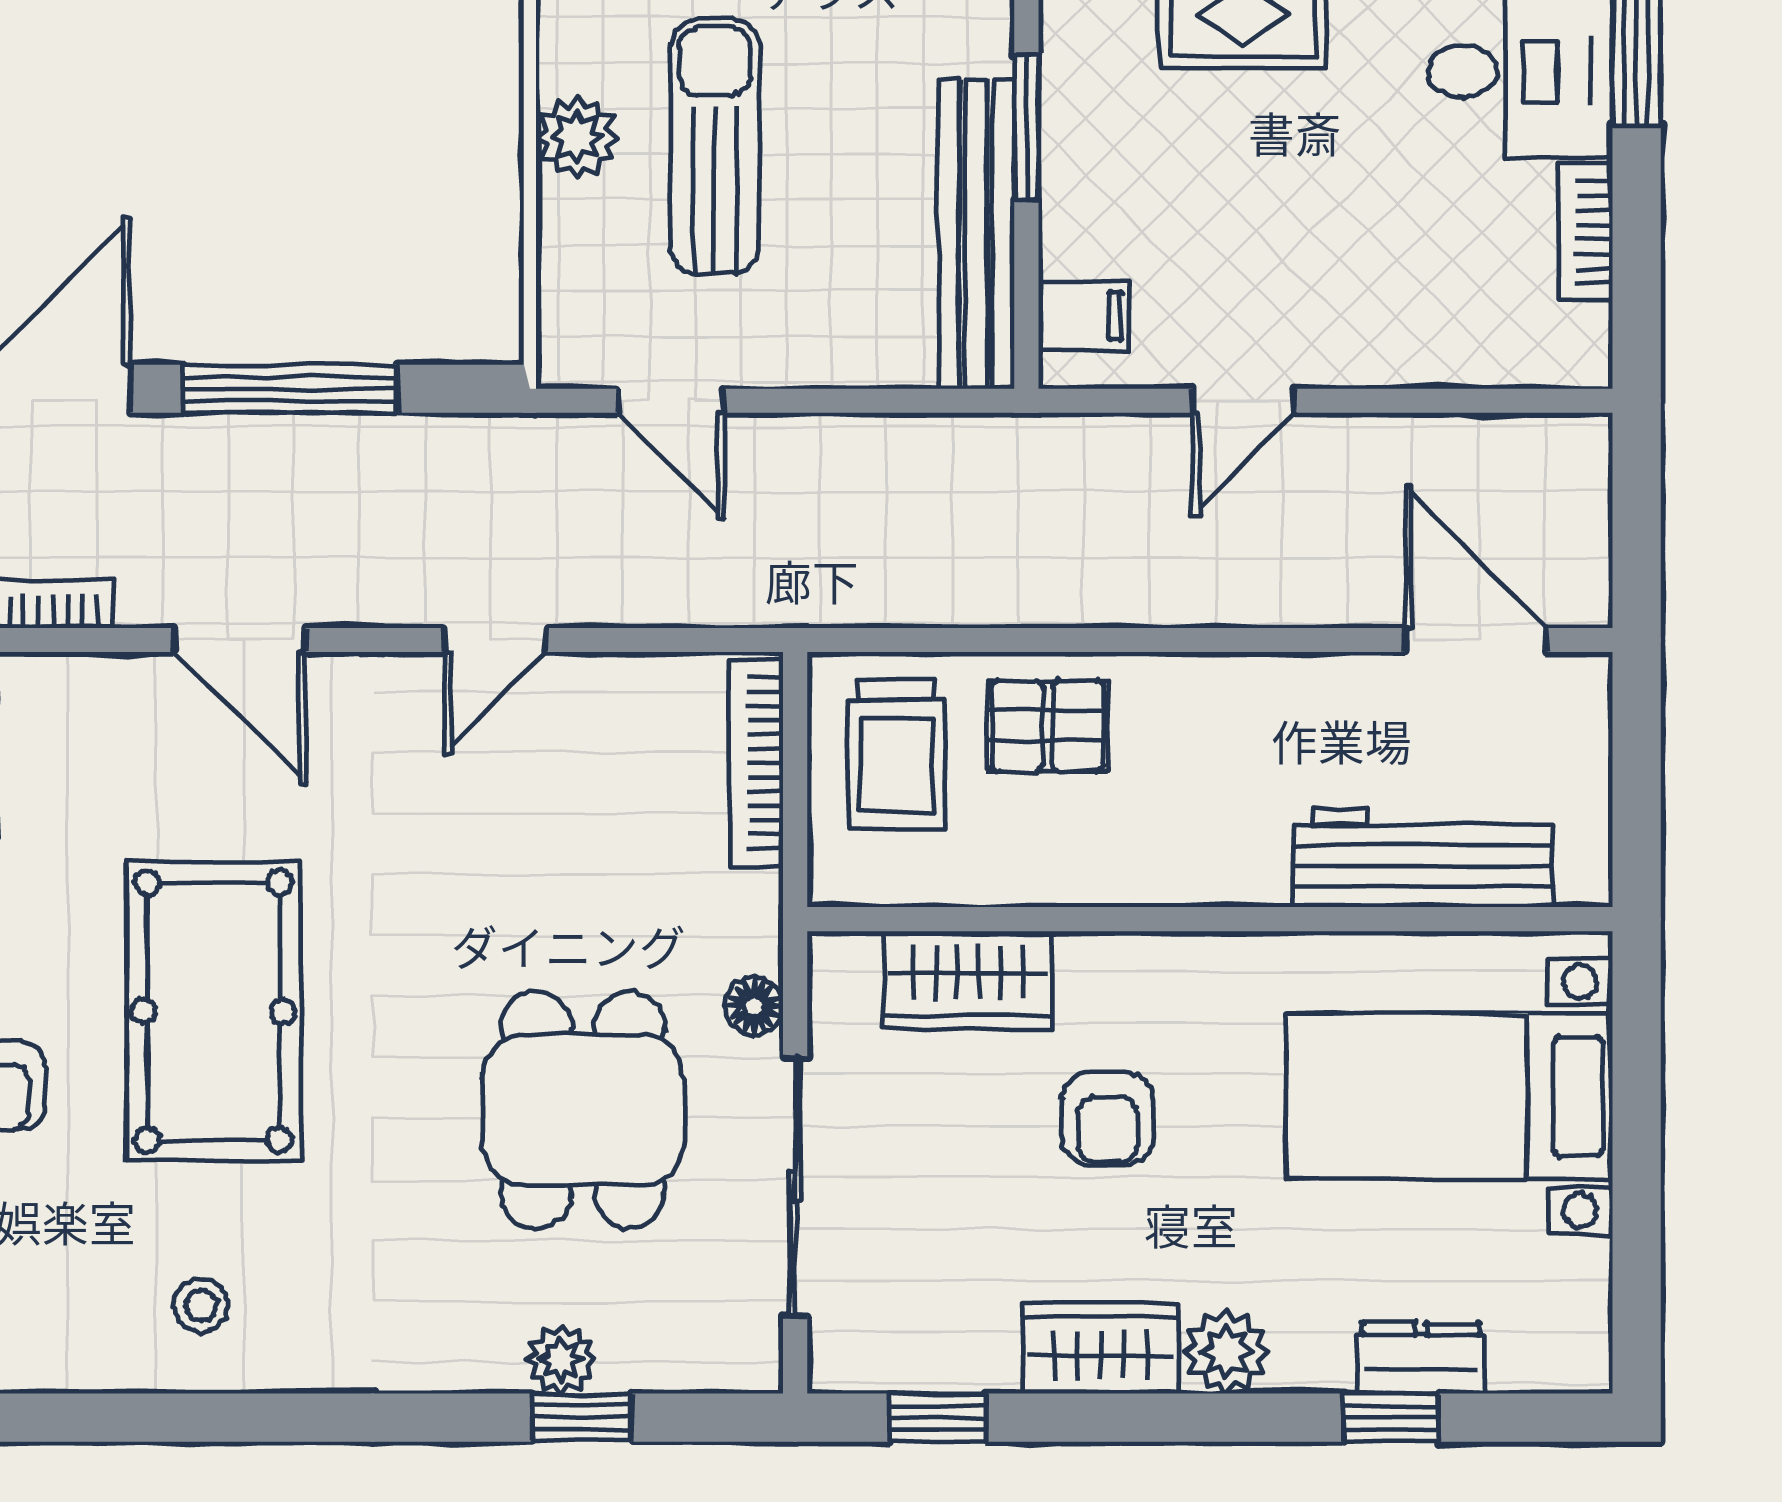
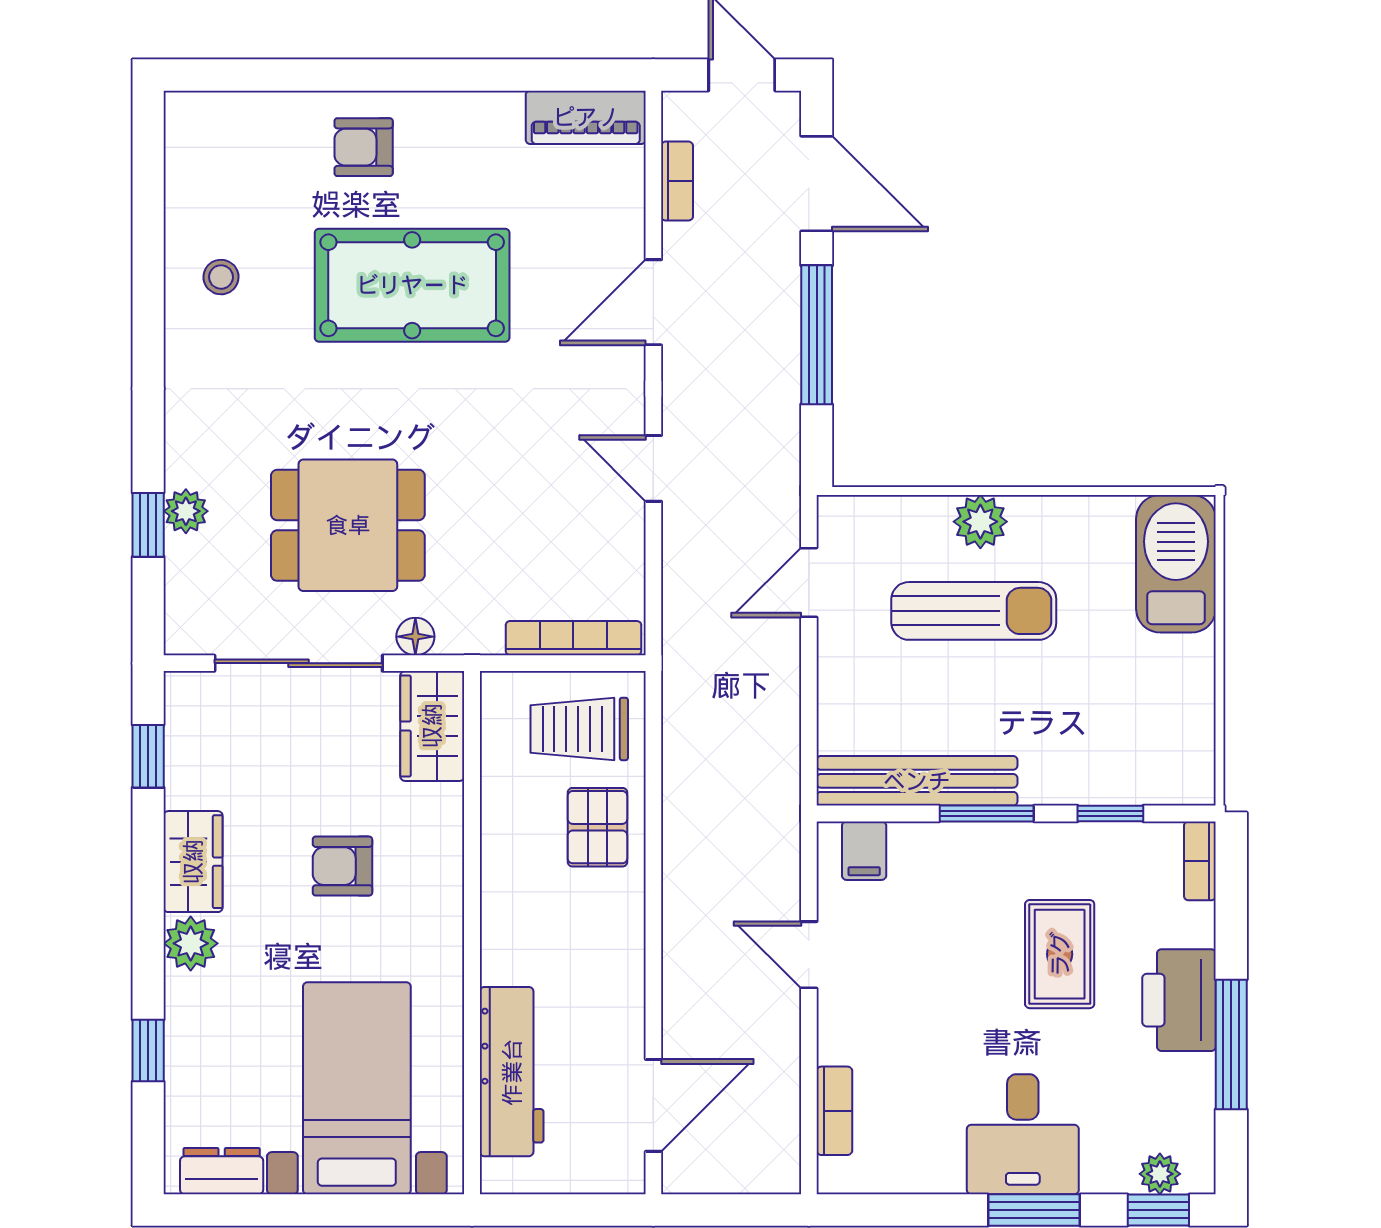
bookcase: (1585, 232) -> (834, 1111), moved, turned 90
wardrobe: (968, 980) -> (432, 726), moved
dresser: (1421, 1358) -> (222, 1171), moved, turned -90

